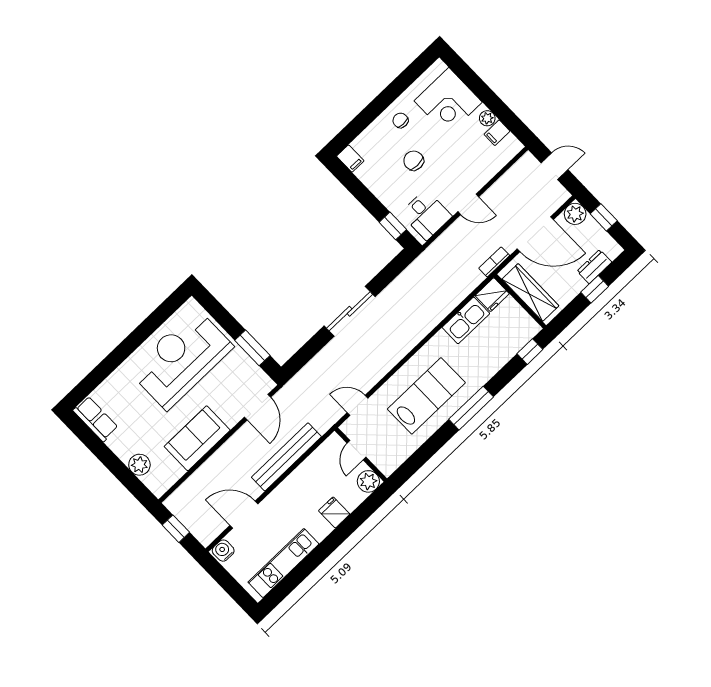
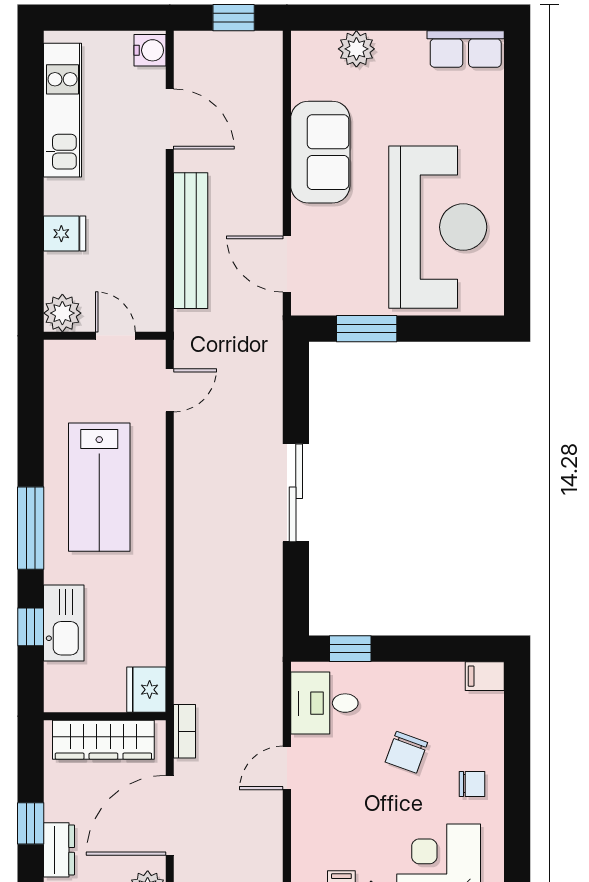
chair: (414, 161) -> (406, 752), turned 110
kitchen sink: (466, 320) -> (64, 623), moved, turned 180
window: (530, 352) -> (31, 627), moved
door: (244, 515) -> (170, 119), hinge flipped

